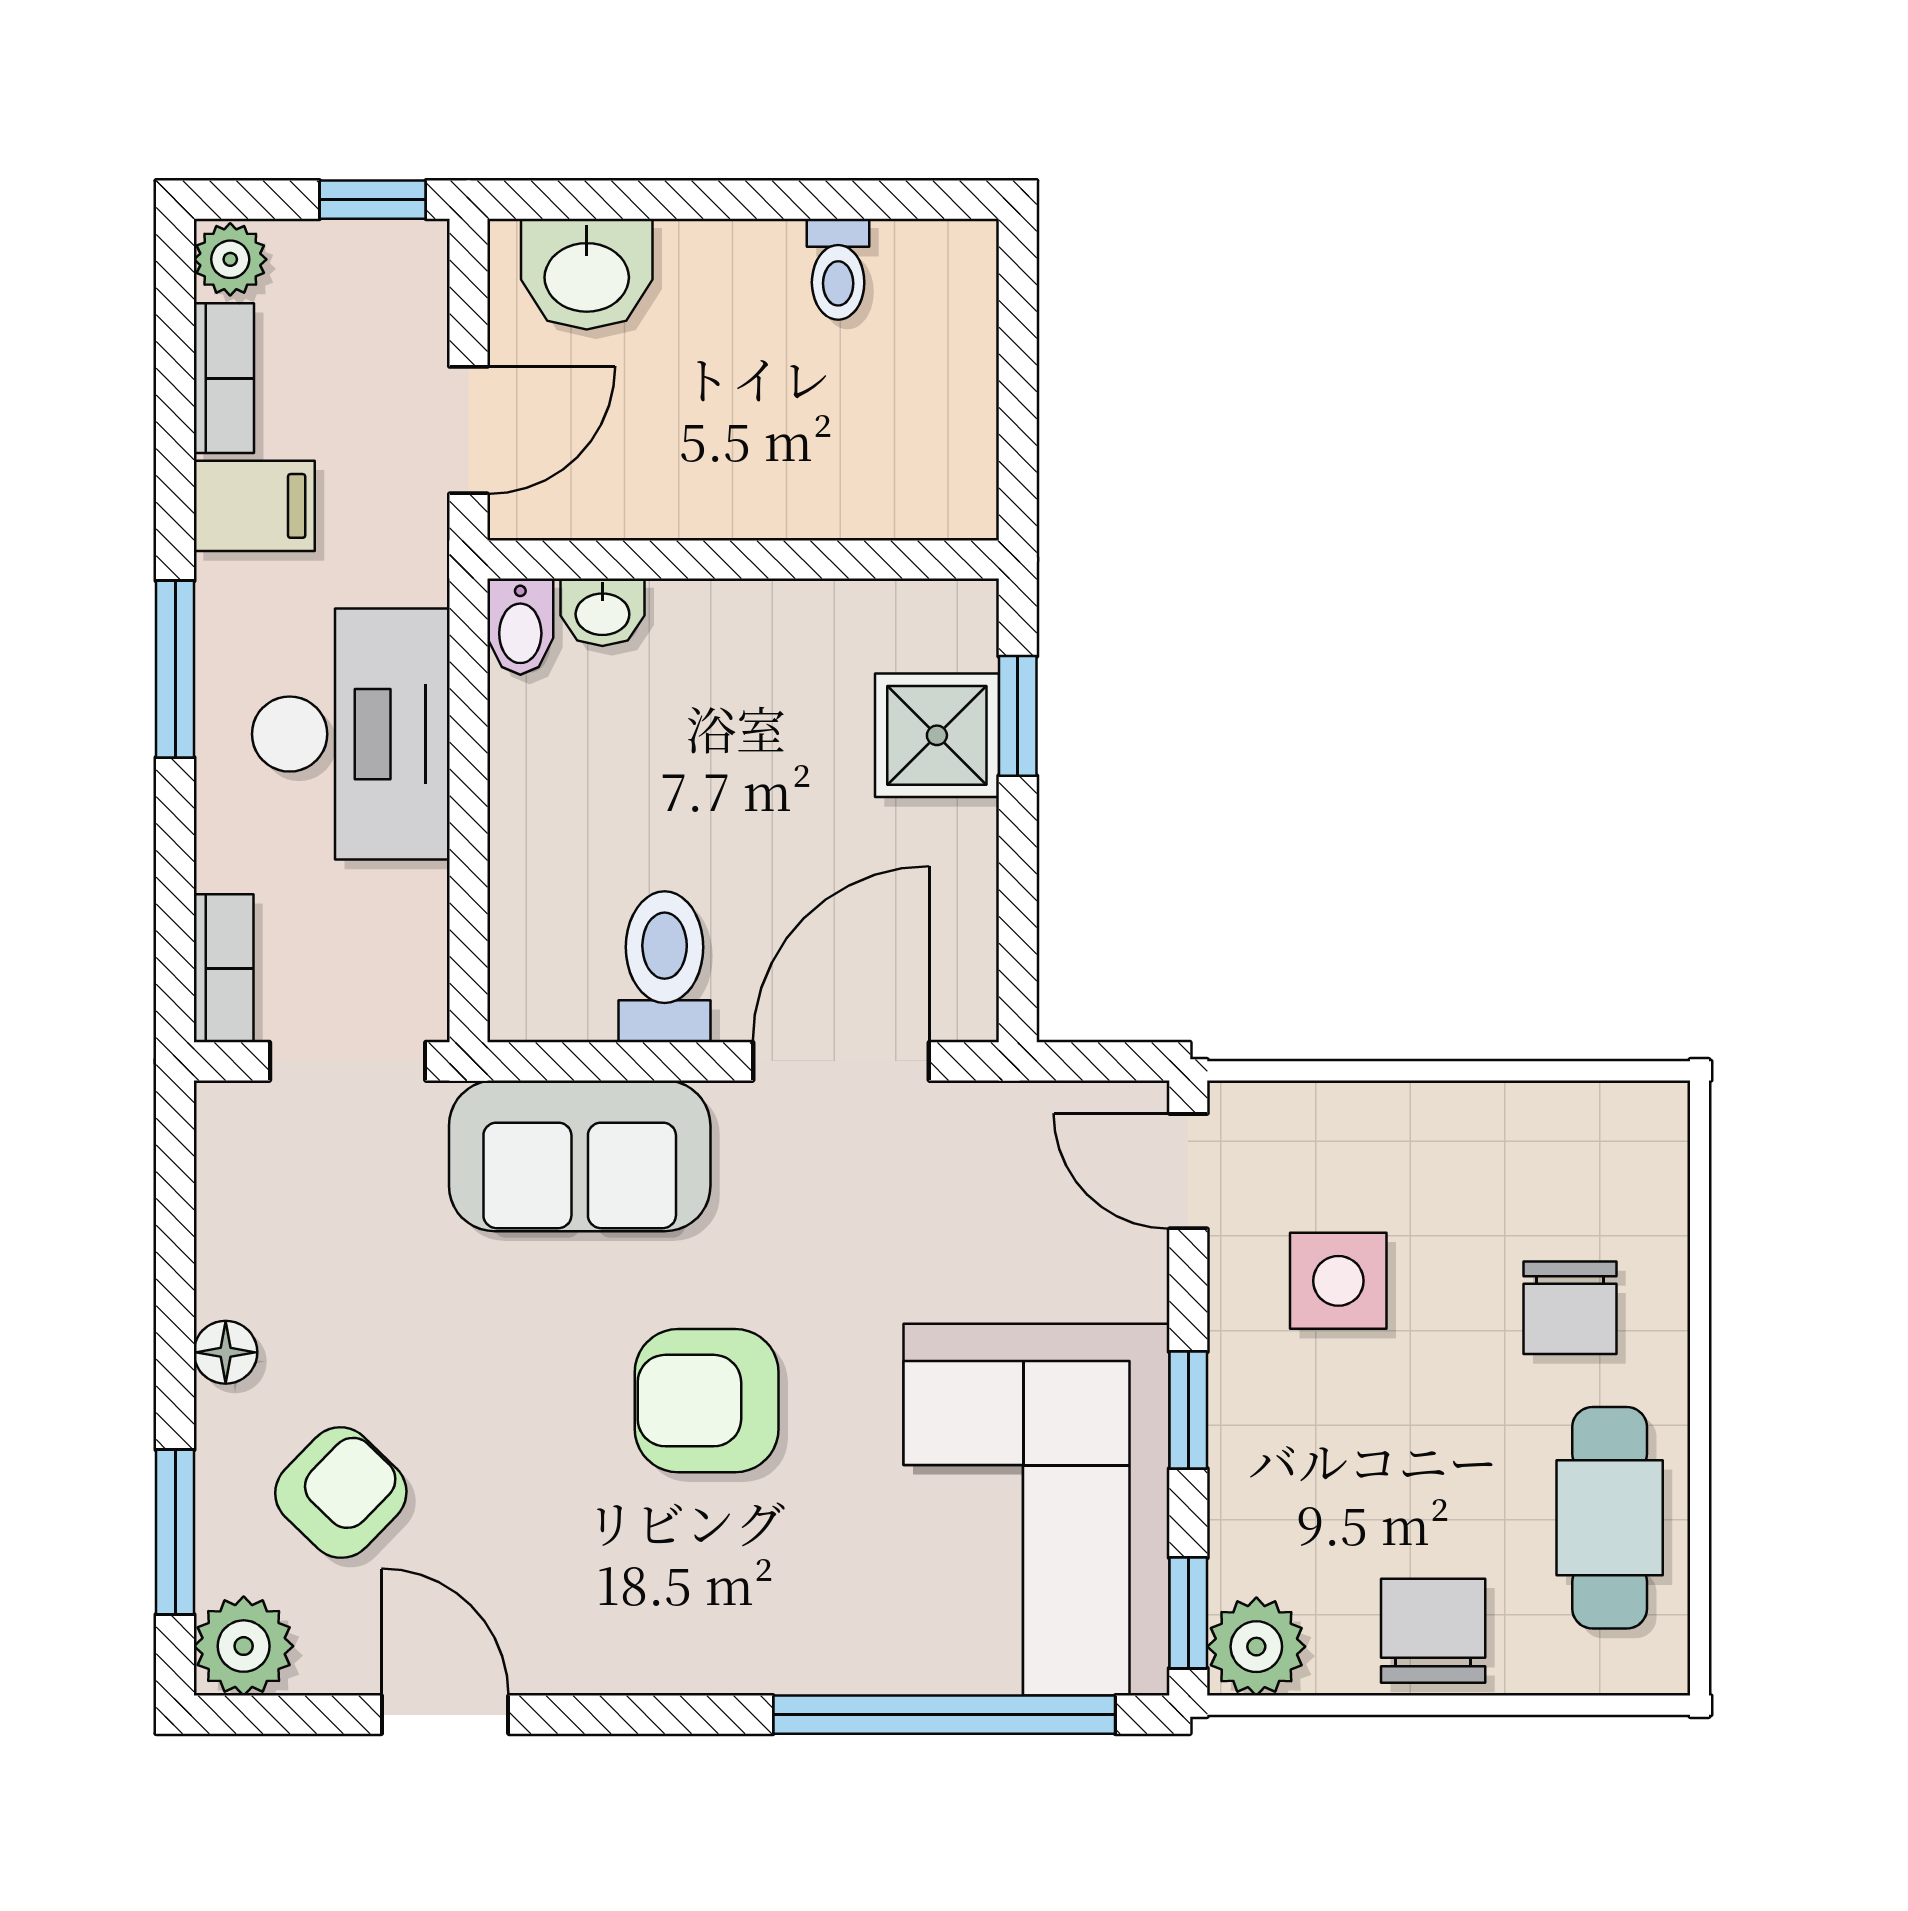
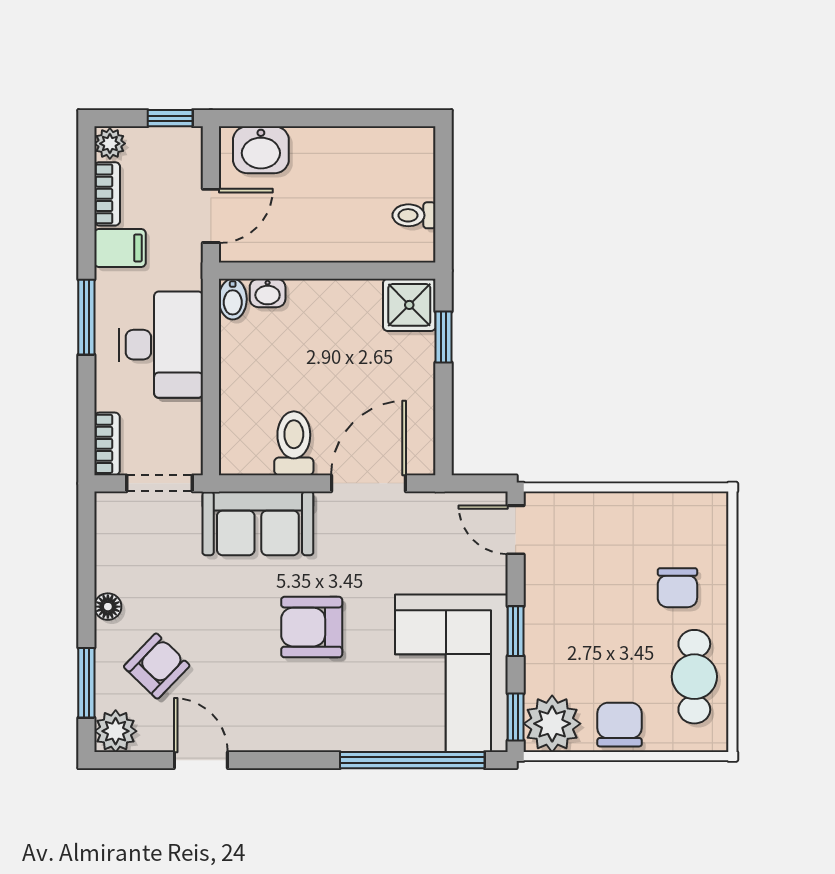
toilet: (838, 269) -> (414, 215), moved, turned 90
shower: (937, 735) -> (409, 305), moved
side table: (1338, 1281) -> (579, 576), removed
plant: (1256, 1647) -> (552, 724), width x1.36, depth x1.36

